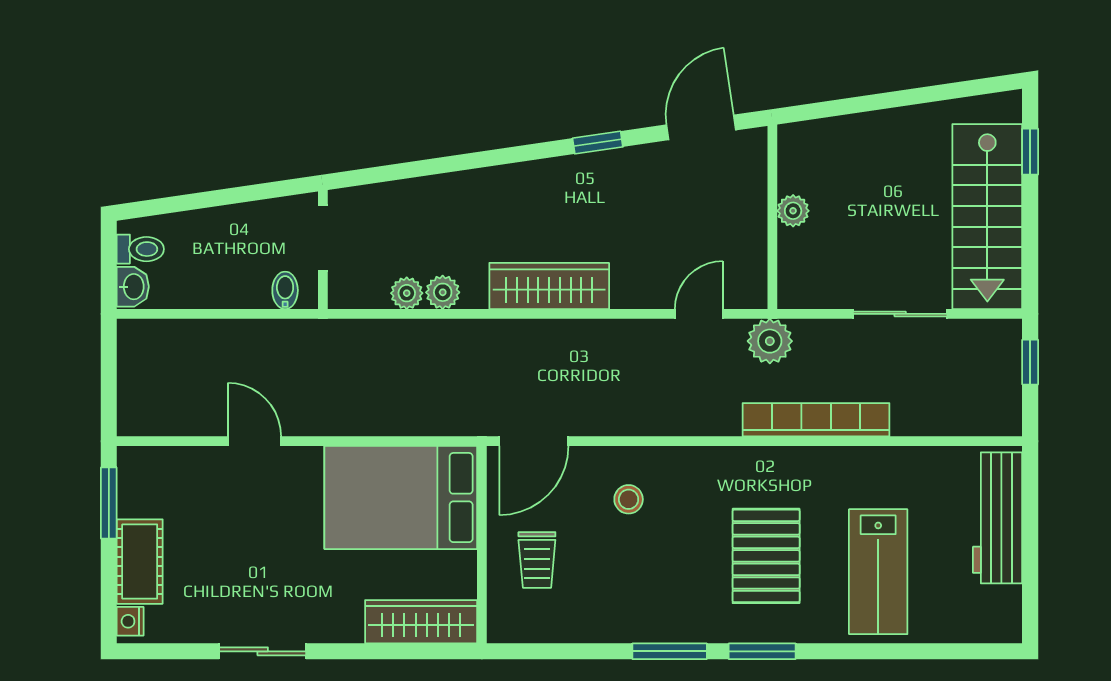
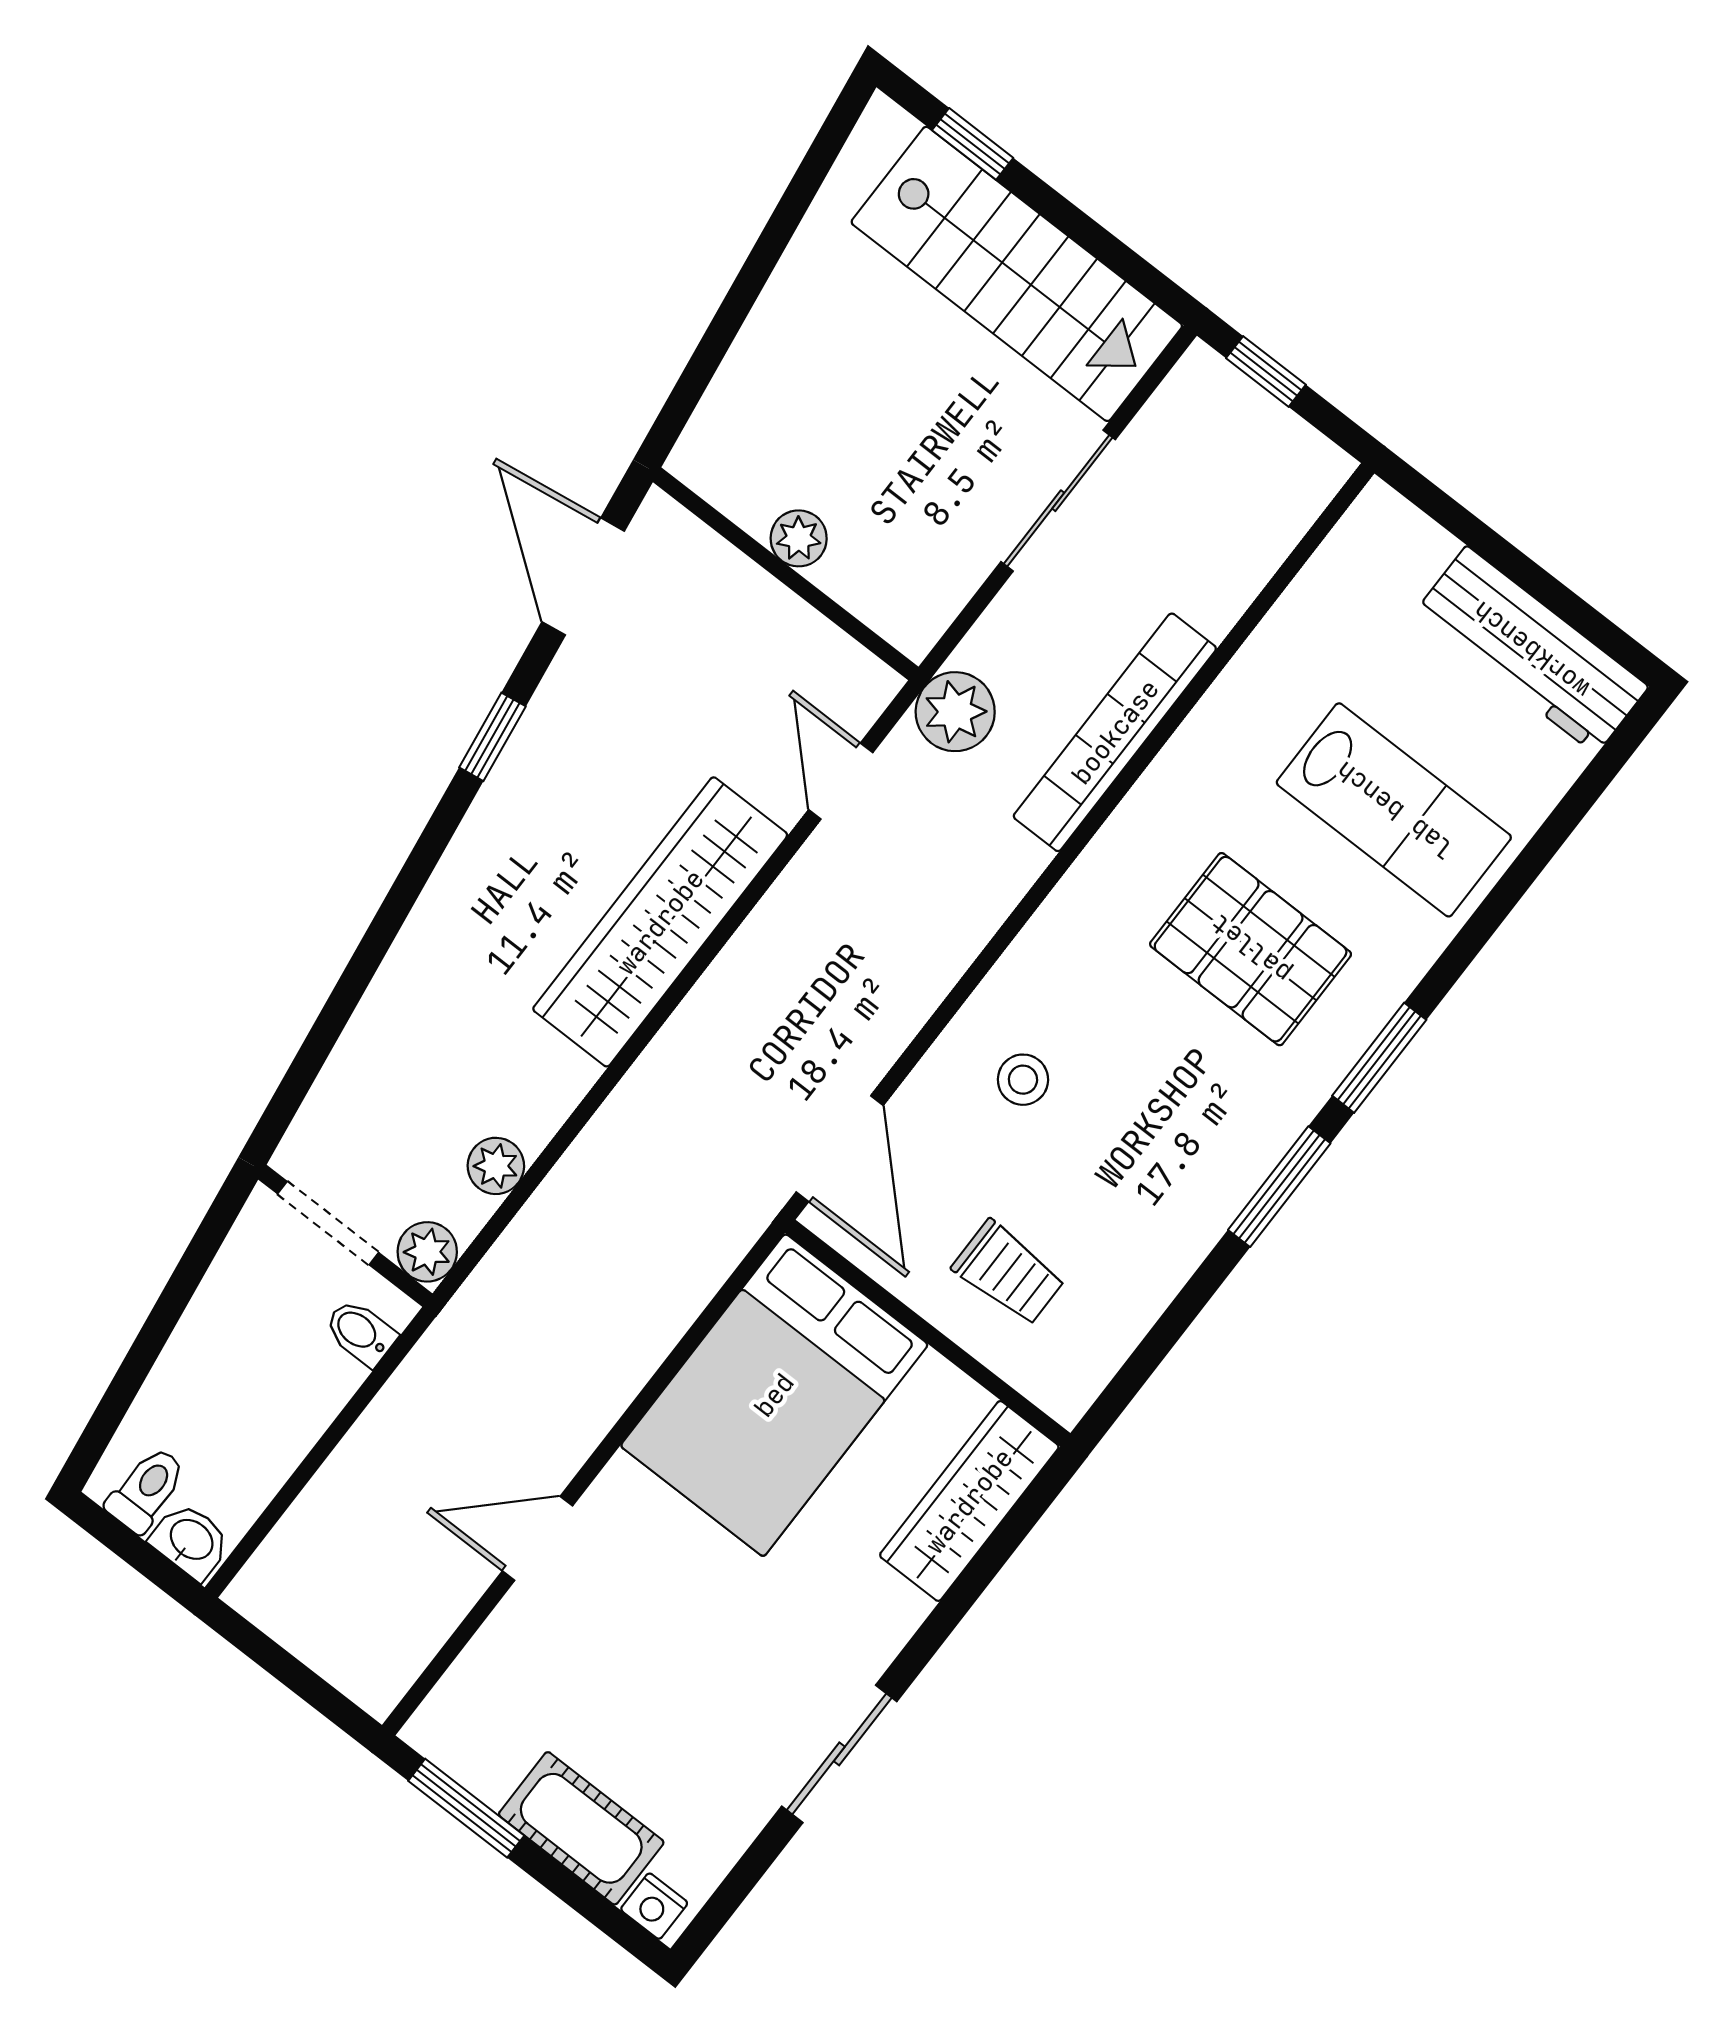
wardrobe: (549, 286) -> (660, 922), width x1.40, depth x1.17
plant: (443, 292) -> (427, 1252), moved
workbench: (998, 518) -> (1531, 650), moved

